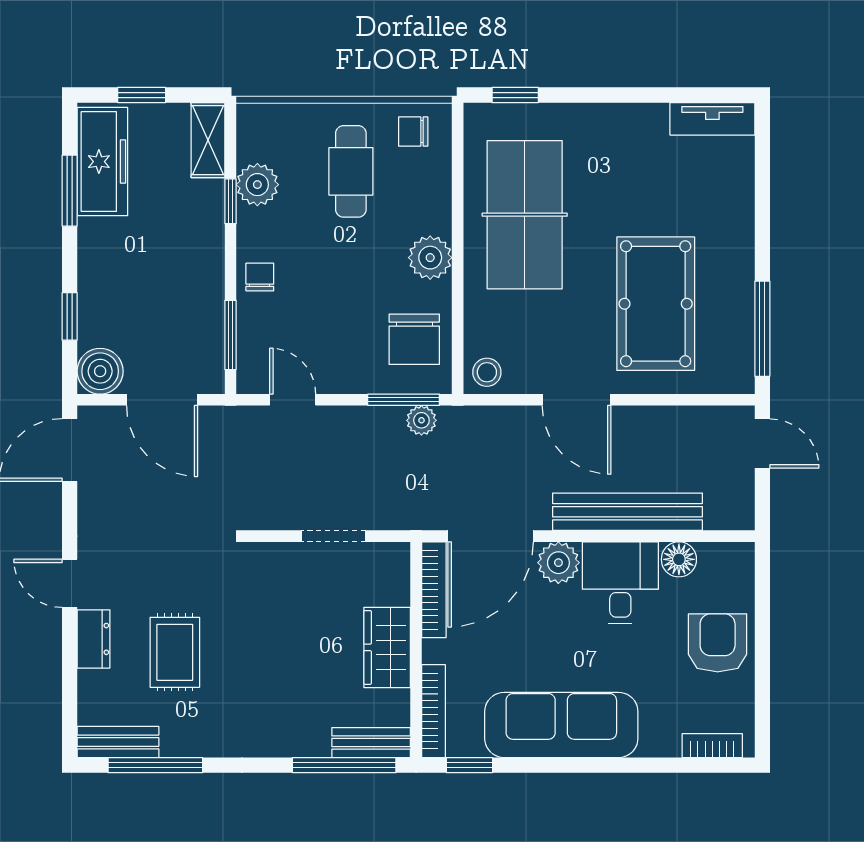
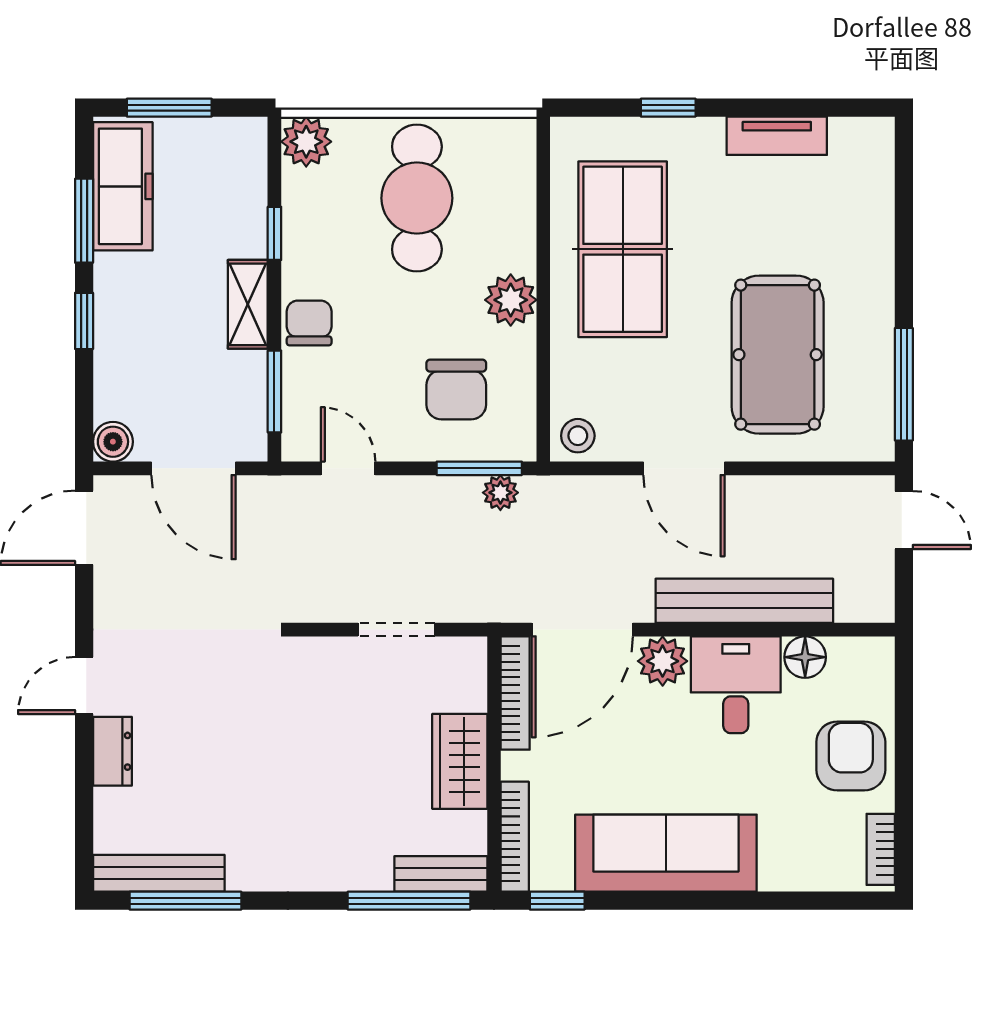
window: (142, 95) -> (169, 108), width x1.50
window: (515, 95) -> (668, 108), moved
tv unit: (712, 119) -> (777, 136), moved
chair: (413, 132) -> (491, 151), removed
shelving: (208, 140) -> (248, 304), moved
cafe table: (351, 171) -> (417, 198), width x1.37, depth x1.35
plant: (257, 185) -> (306, 142), moved
chair: (260, 277) -> (309, 323), width x1.37, depth x1.37
window: (70, 316) -> (84, 321), moved
chair: (414, 339) -> (456, 389), moved
boiler: (100, 371) -> (113, 442), width x0.73, depth x0.73
door: (70, 583) -> (84, 686), hinge flipped
rug: (175, 652) -> (208, 767), removed
bench: (118, 742) -> (159, 873), width x1.36
bookcase: (712, 746) -> (881, 849), moved, turned -90

